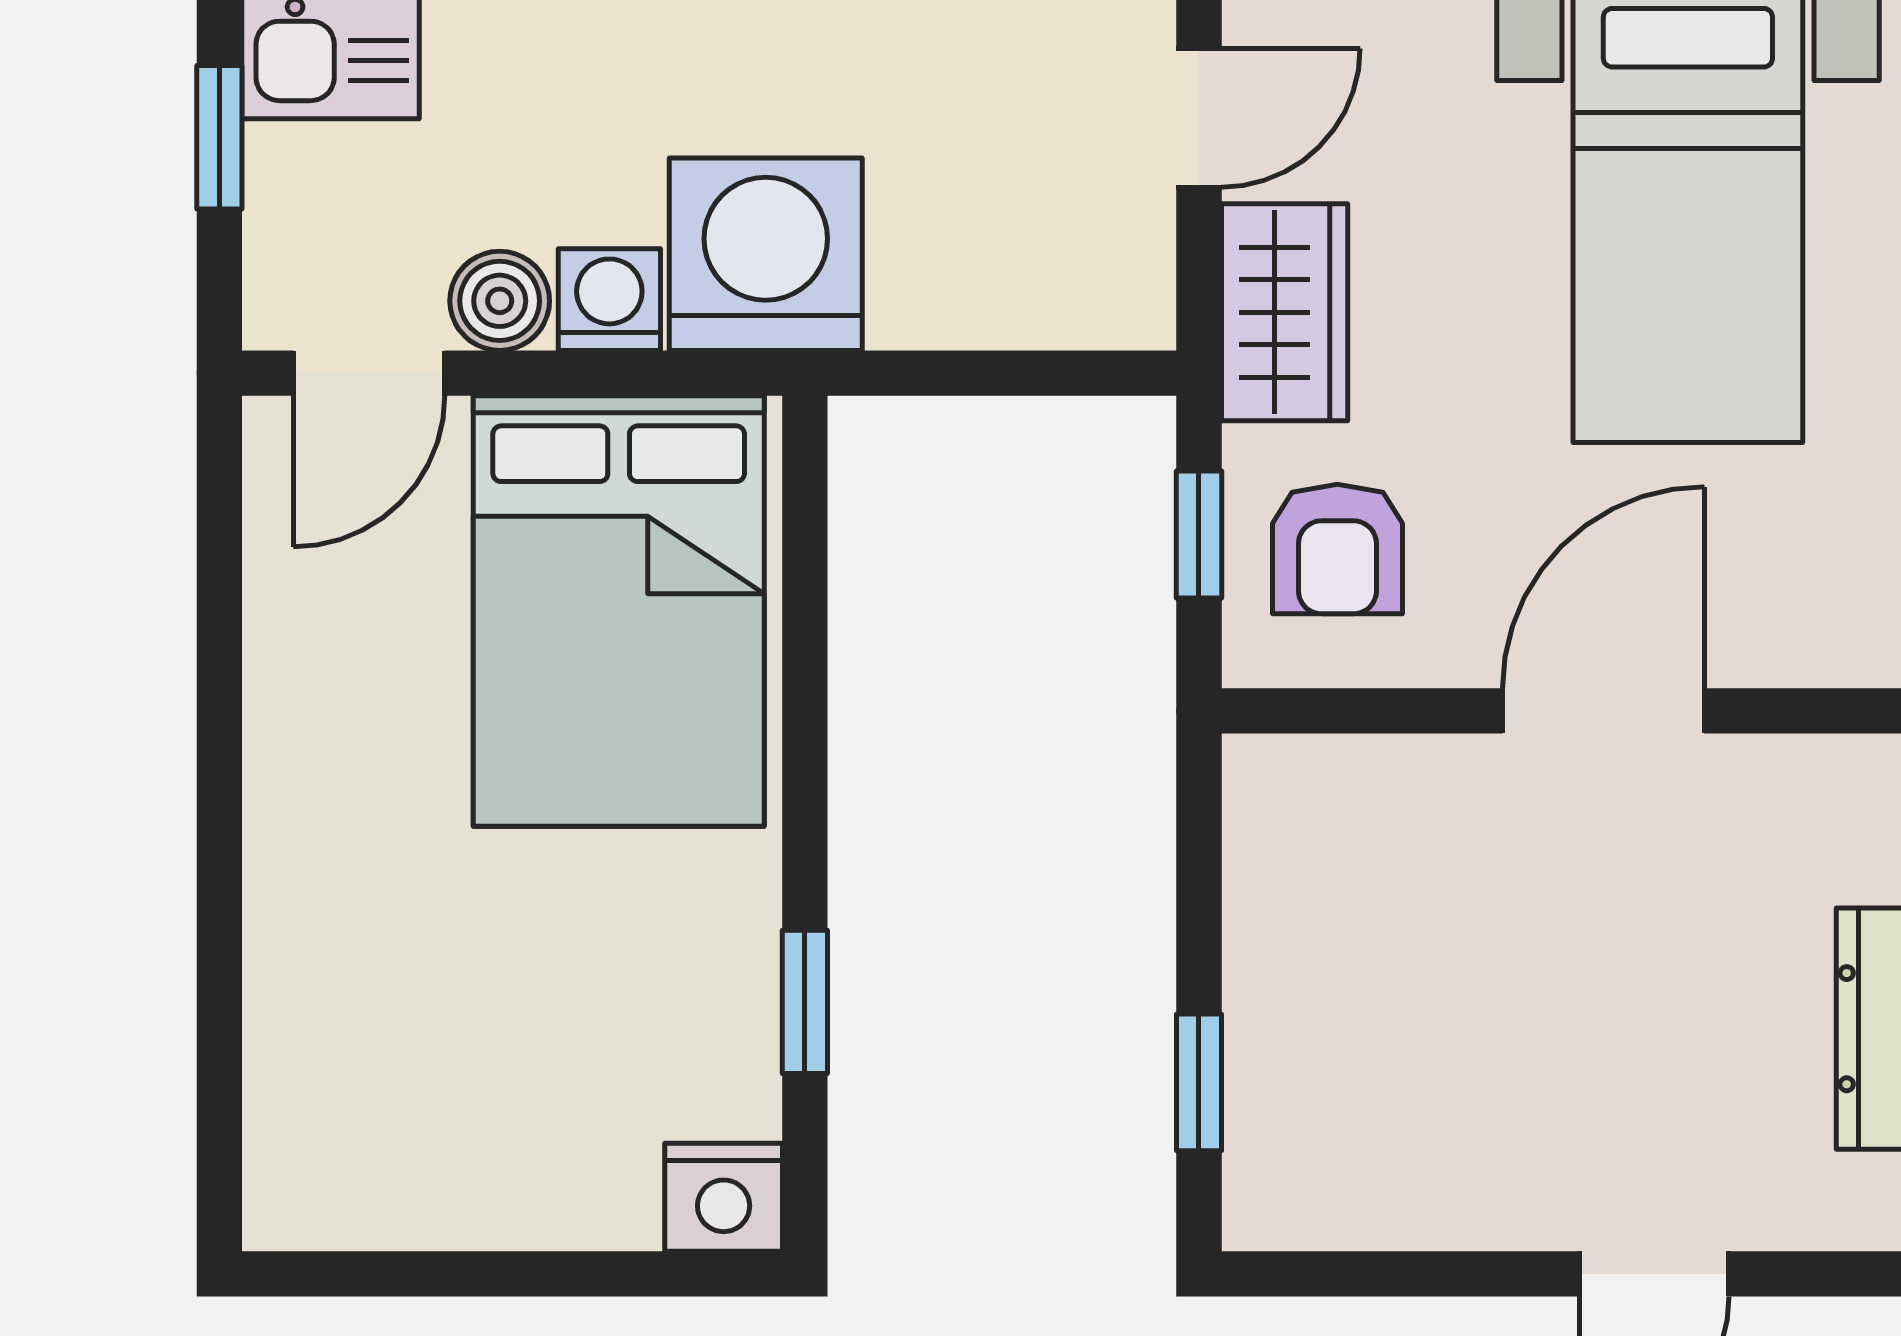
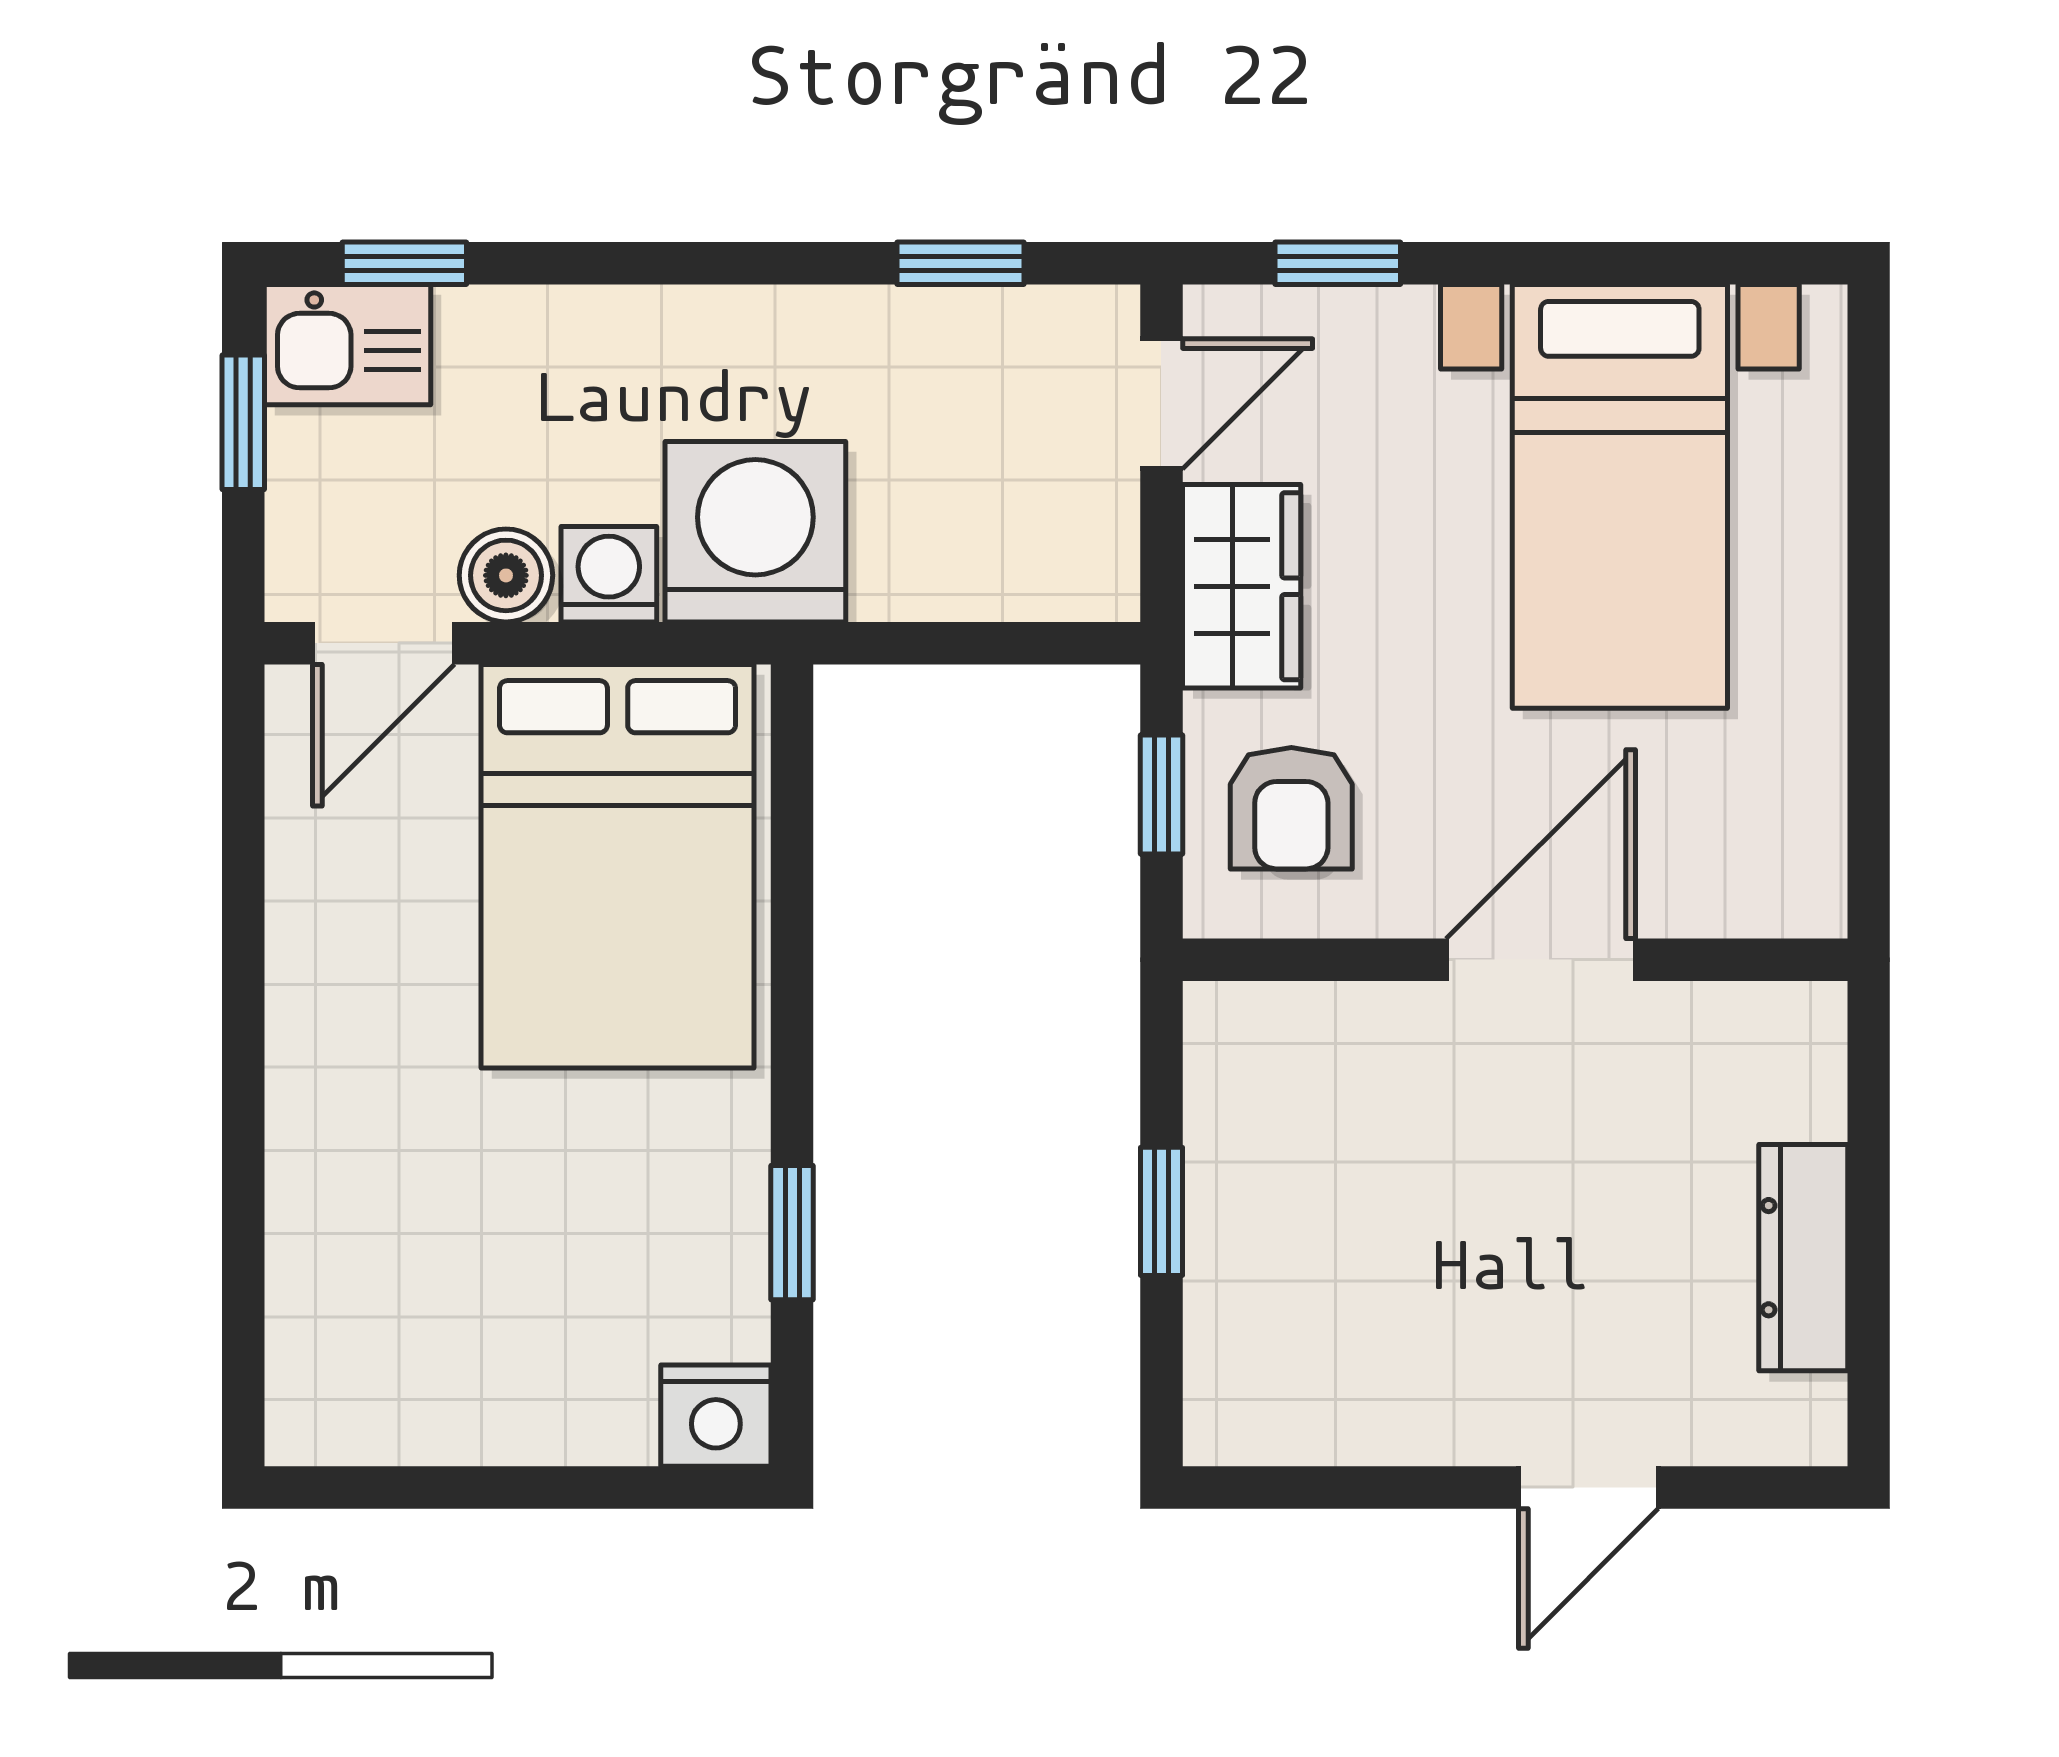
window: (1199, 1082) -> (1161, 1211), moved

